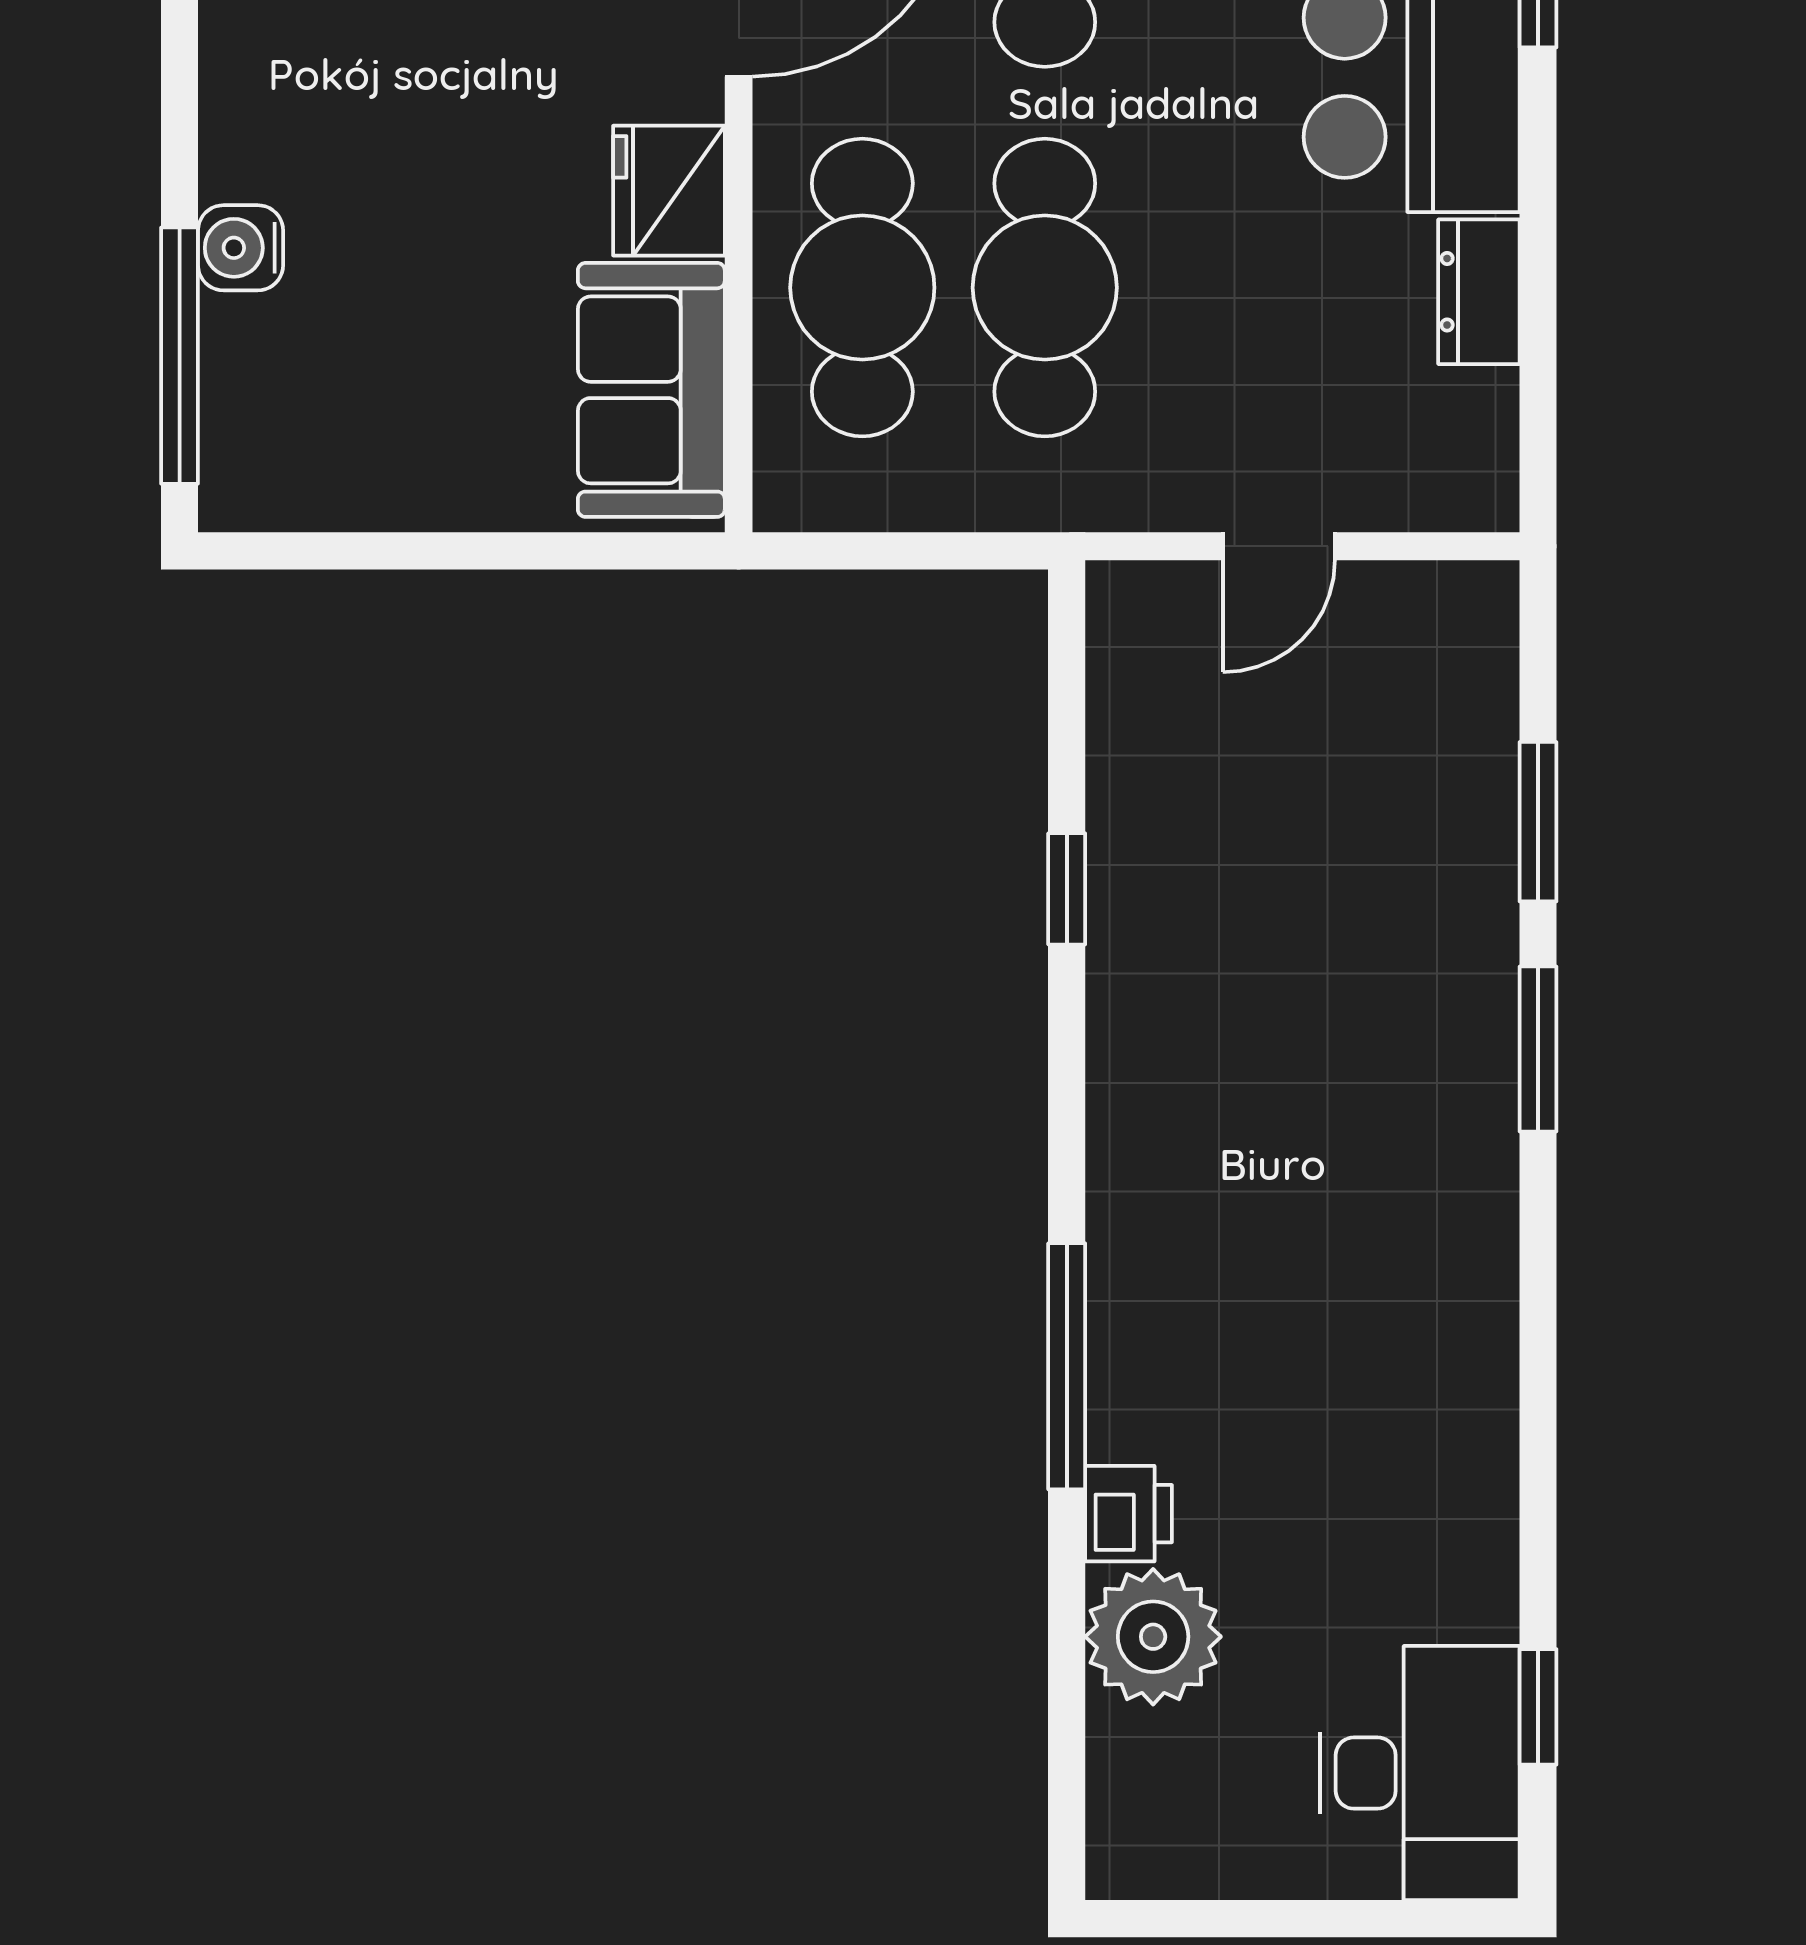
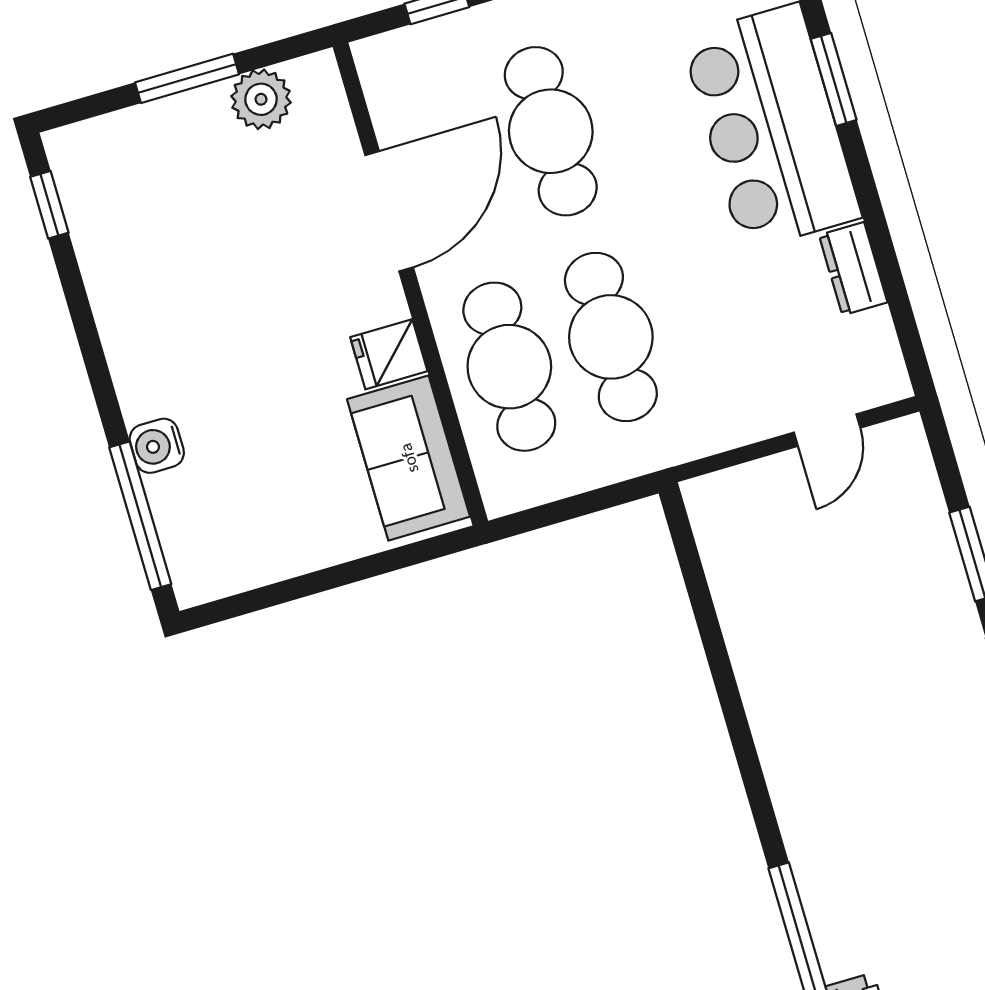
fridge: (669, 191) -> (389, 354), width x0.72
door: (1279, 546) -> (827, 430), moved
window: (1067, 889) -> (721, 668), removed

